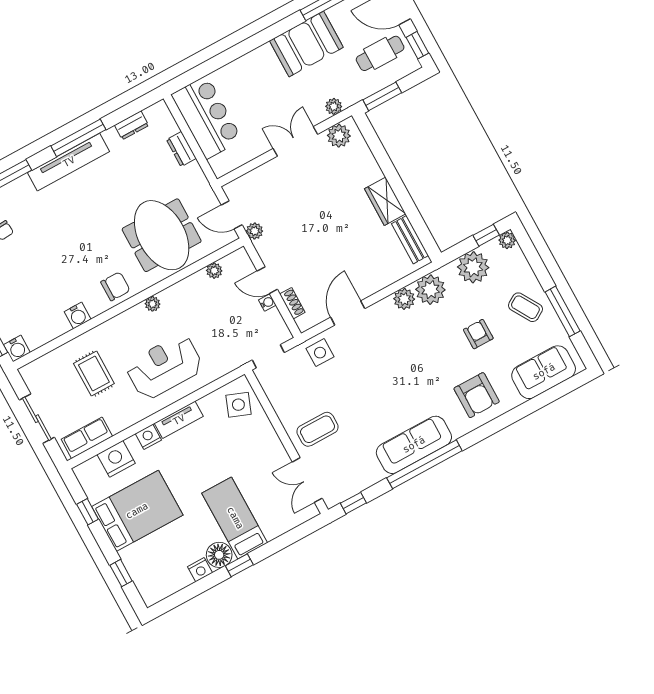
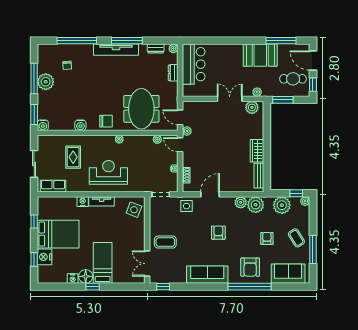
plant: (160, 110) -> (173, 48), added
door: (267, 280) -> (180, 145), moved
armchair: (395, 367) -> (218, 233), added
nightstand: (116, 459) -> (45, 257), moved, turned -90
window: (424, 464) -> (250, 287), moved

